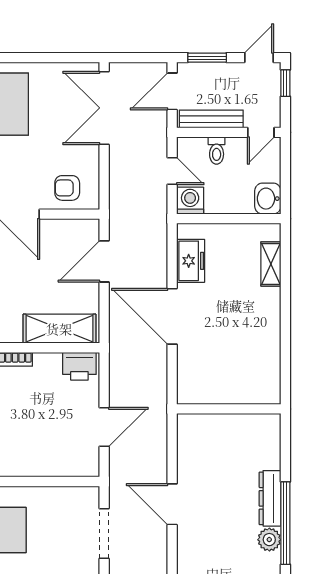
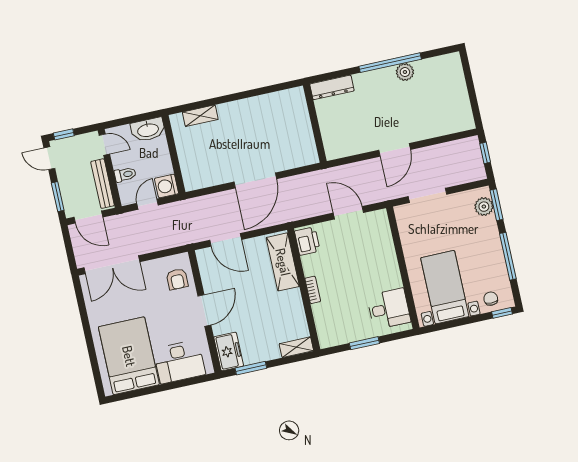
washbasin: (268, 199) -> (148, 130), width x1.38
freezer: (191, 261) -> (211, 176), removed
dresser: (270, 498) -> (332, 87), moved

